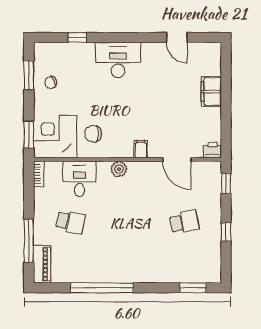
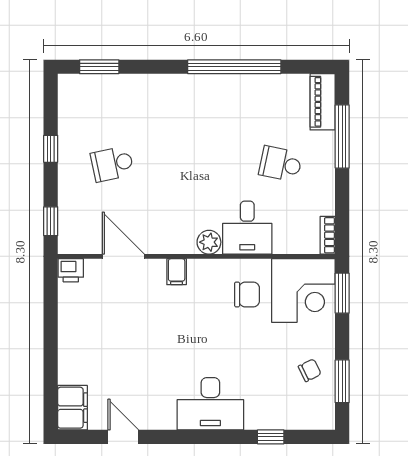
filing cabinet: (211, 92) -> (72, 408), moved
desk: (79, 179) -> (247, 228), moved

